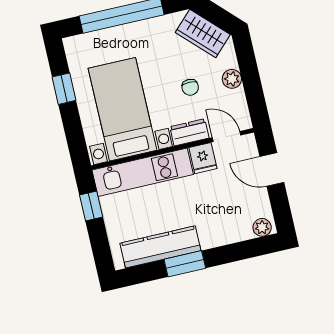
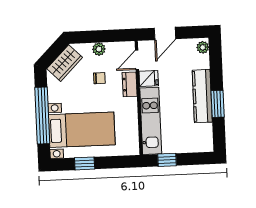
bed with nightstands: (122, 109) -> (82, 130), moved, turned 180
kitchen counter: (160, 247) -> (202, 96), moved

